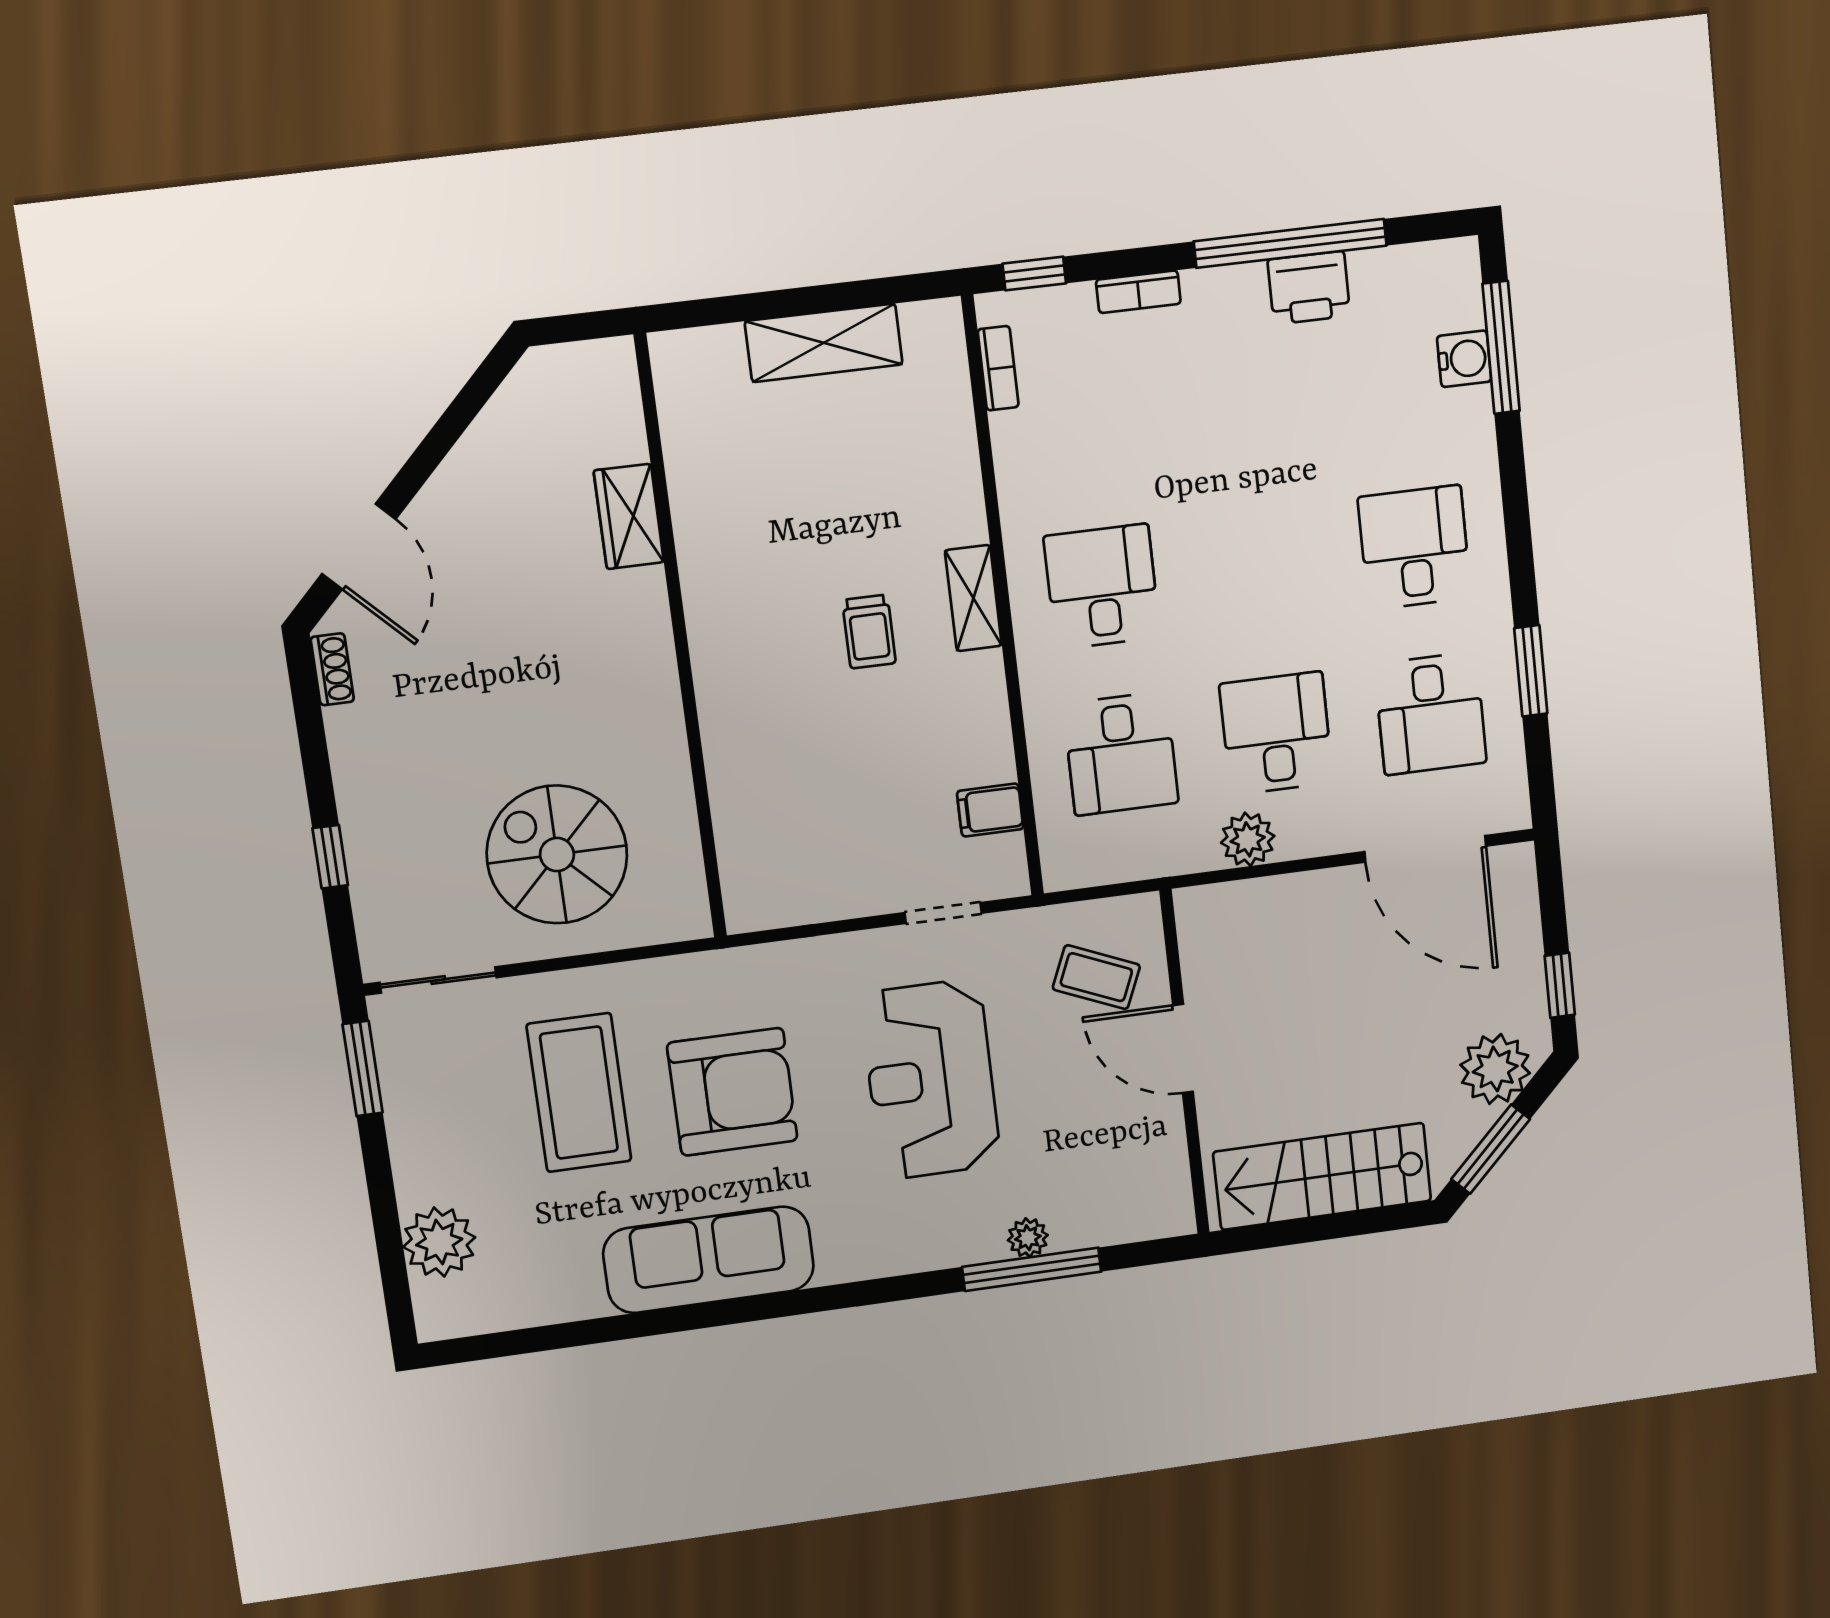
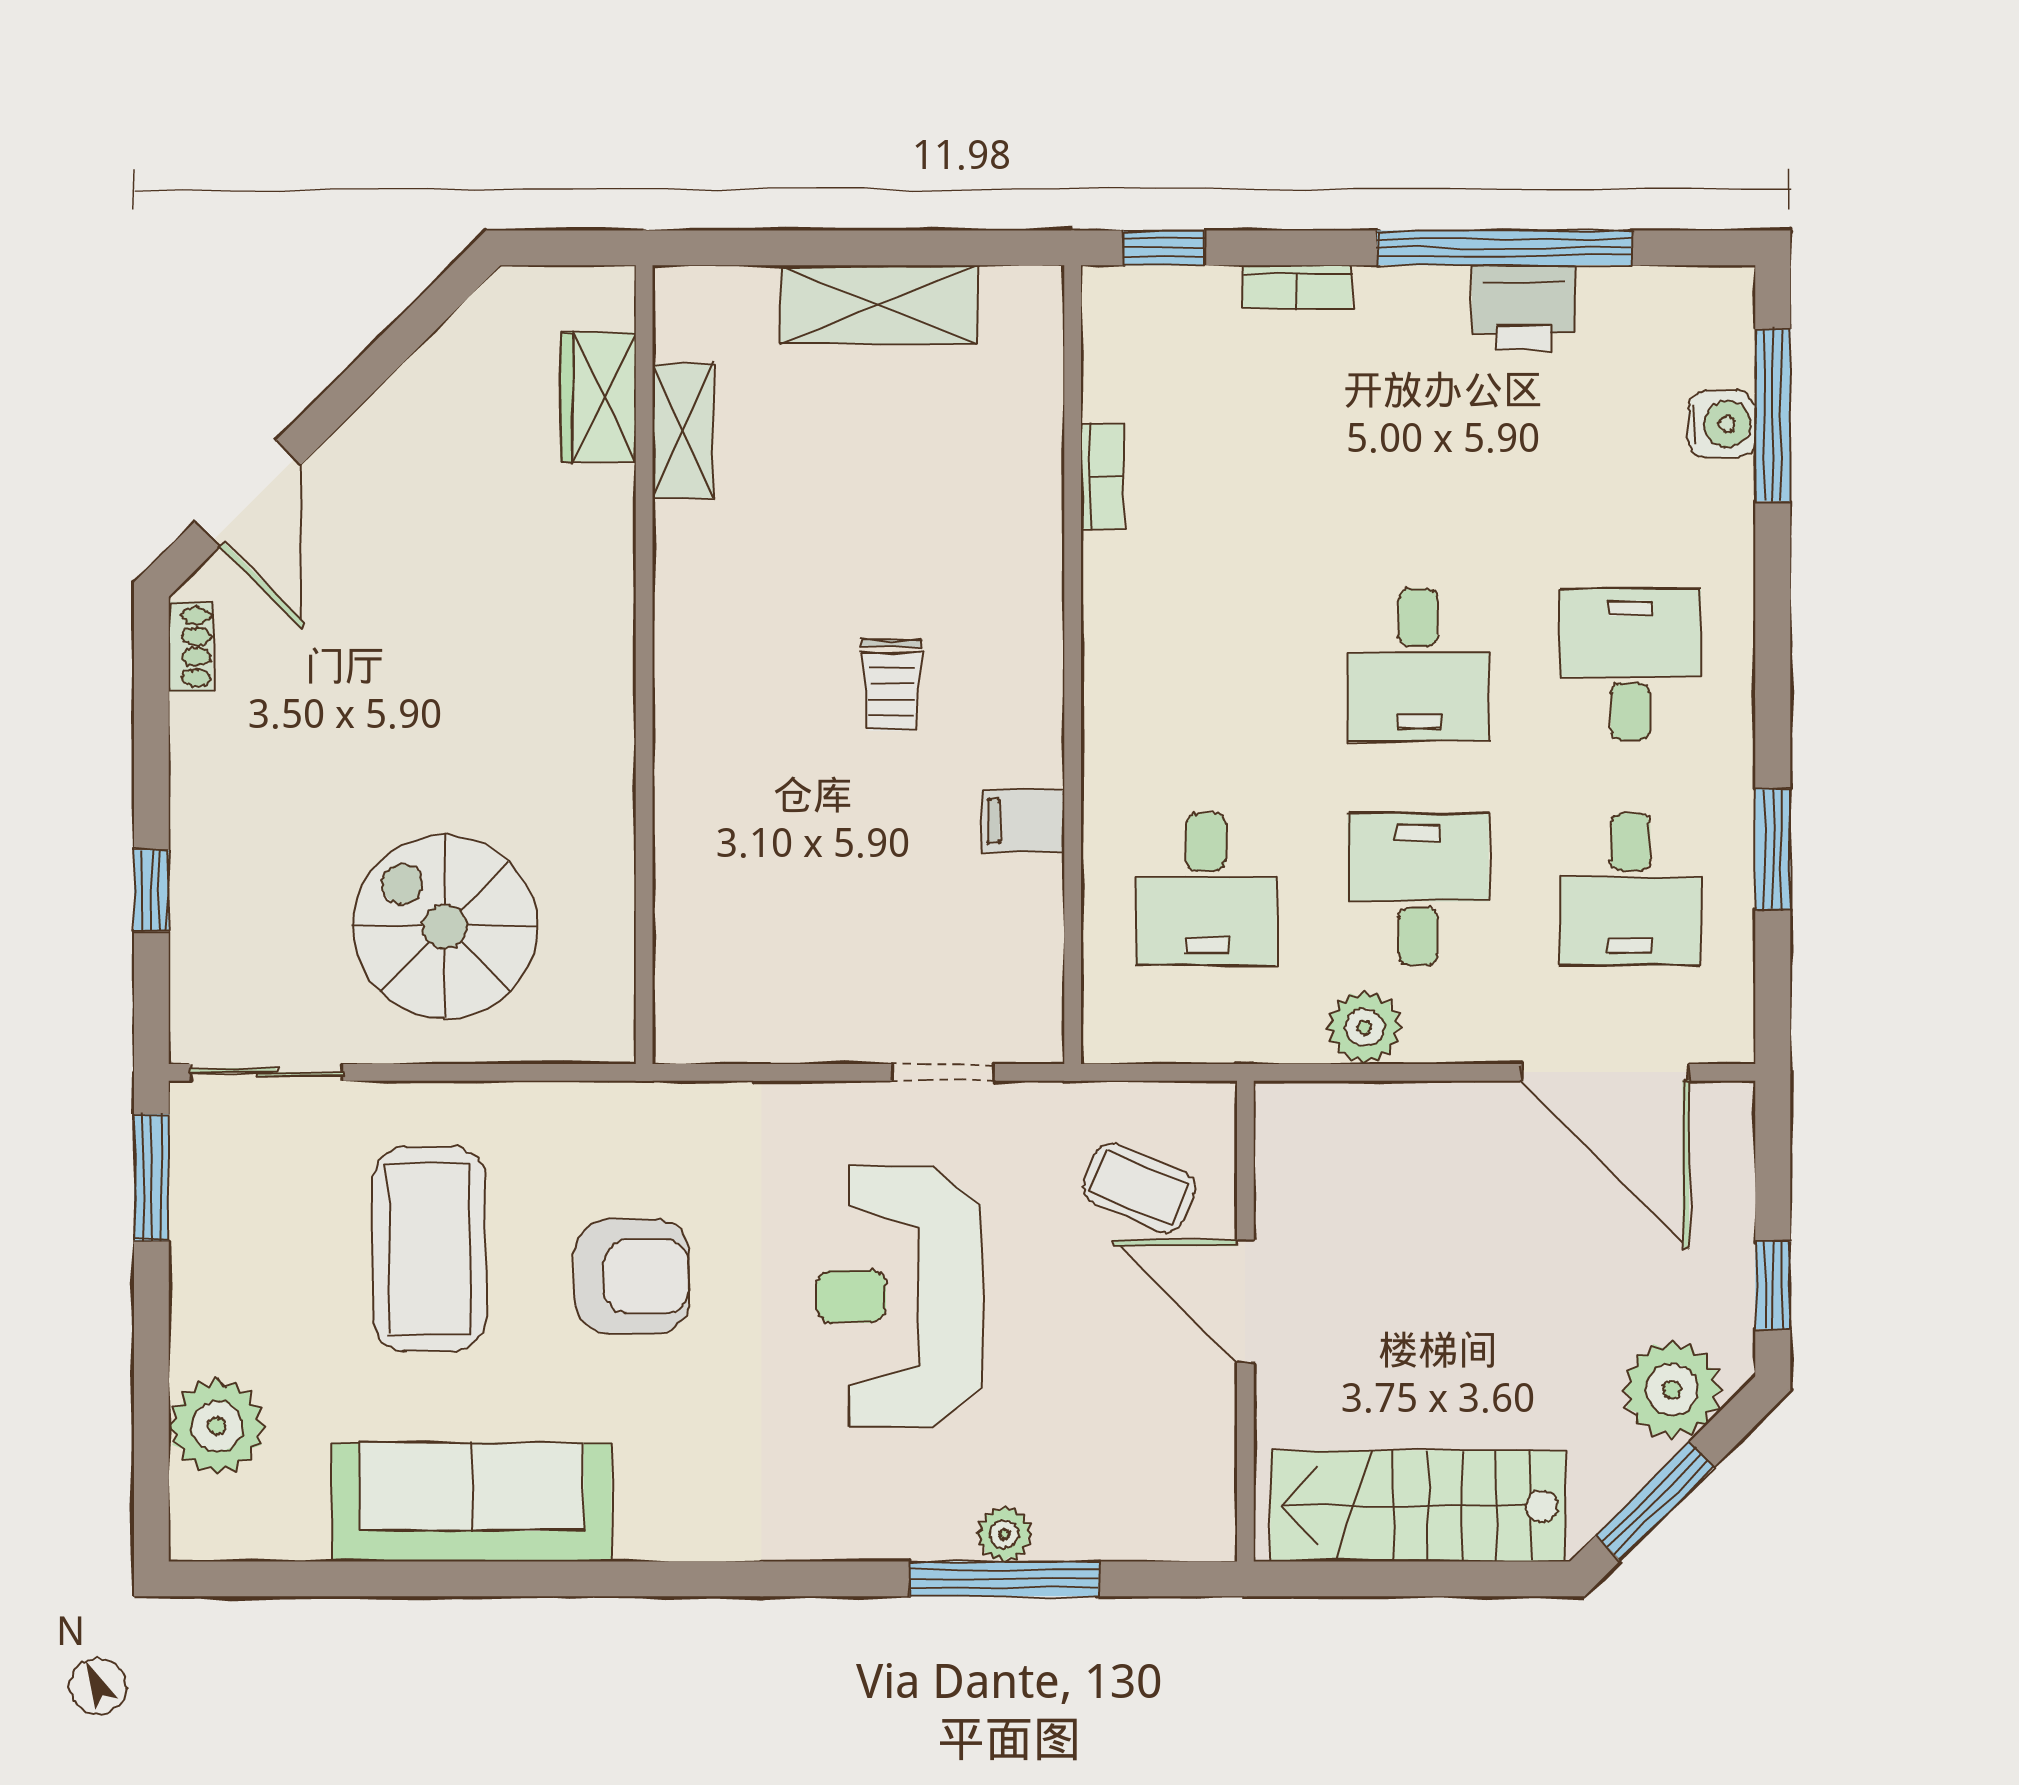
bookcase: (998, 368) -> (1102, 476), moved
wardrobe: (629, 516) -> (598, 397), moved
desk: (1102, 587) -> (1418, 665), moved, turned 180
shelving: (973, 598) -> (683, 431), moved
filing cabinet: (990, 810) -> (1023, 821), moved
armchair: (732, 1092) -> (632, 1276), width x0.73, depth x0.73
sofa: (709, 1260) -> (472, 1502), moved

